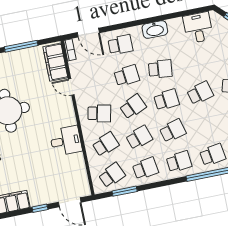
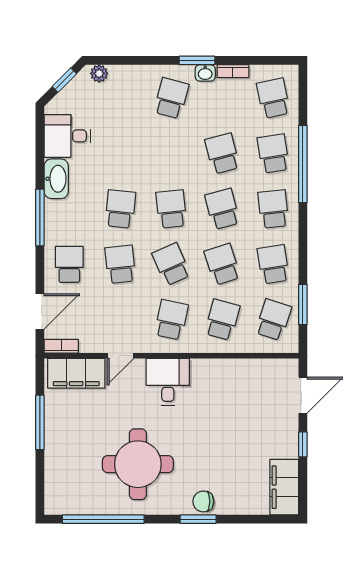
window: (145, 21) -> (40, 218), added
washbasin: (155, 30) -> (56, 179), moved
school desk: (200, 93) -> (222, 154), moved
desk: (66, 141) -> (168, 382), moved
school desk: (106, 144) -> (222, 320), turned 36
school desk: (112, 175) -> (273, 320), turned 42

